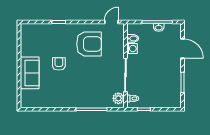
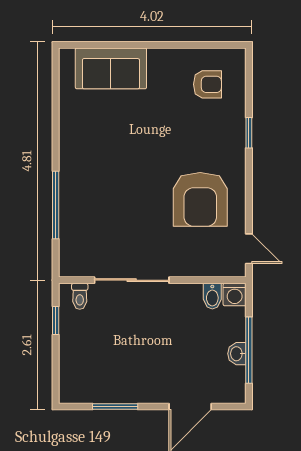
washing machine: (132, 49) -> (235, 295), moved
armchair: (59, 64) -> (208, 84), moved
sofa: (30, 73) -> (111, 68), moved
plant: (118, 98) -> (80, 264), removed

